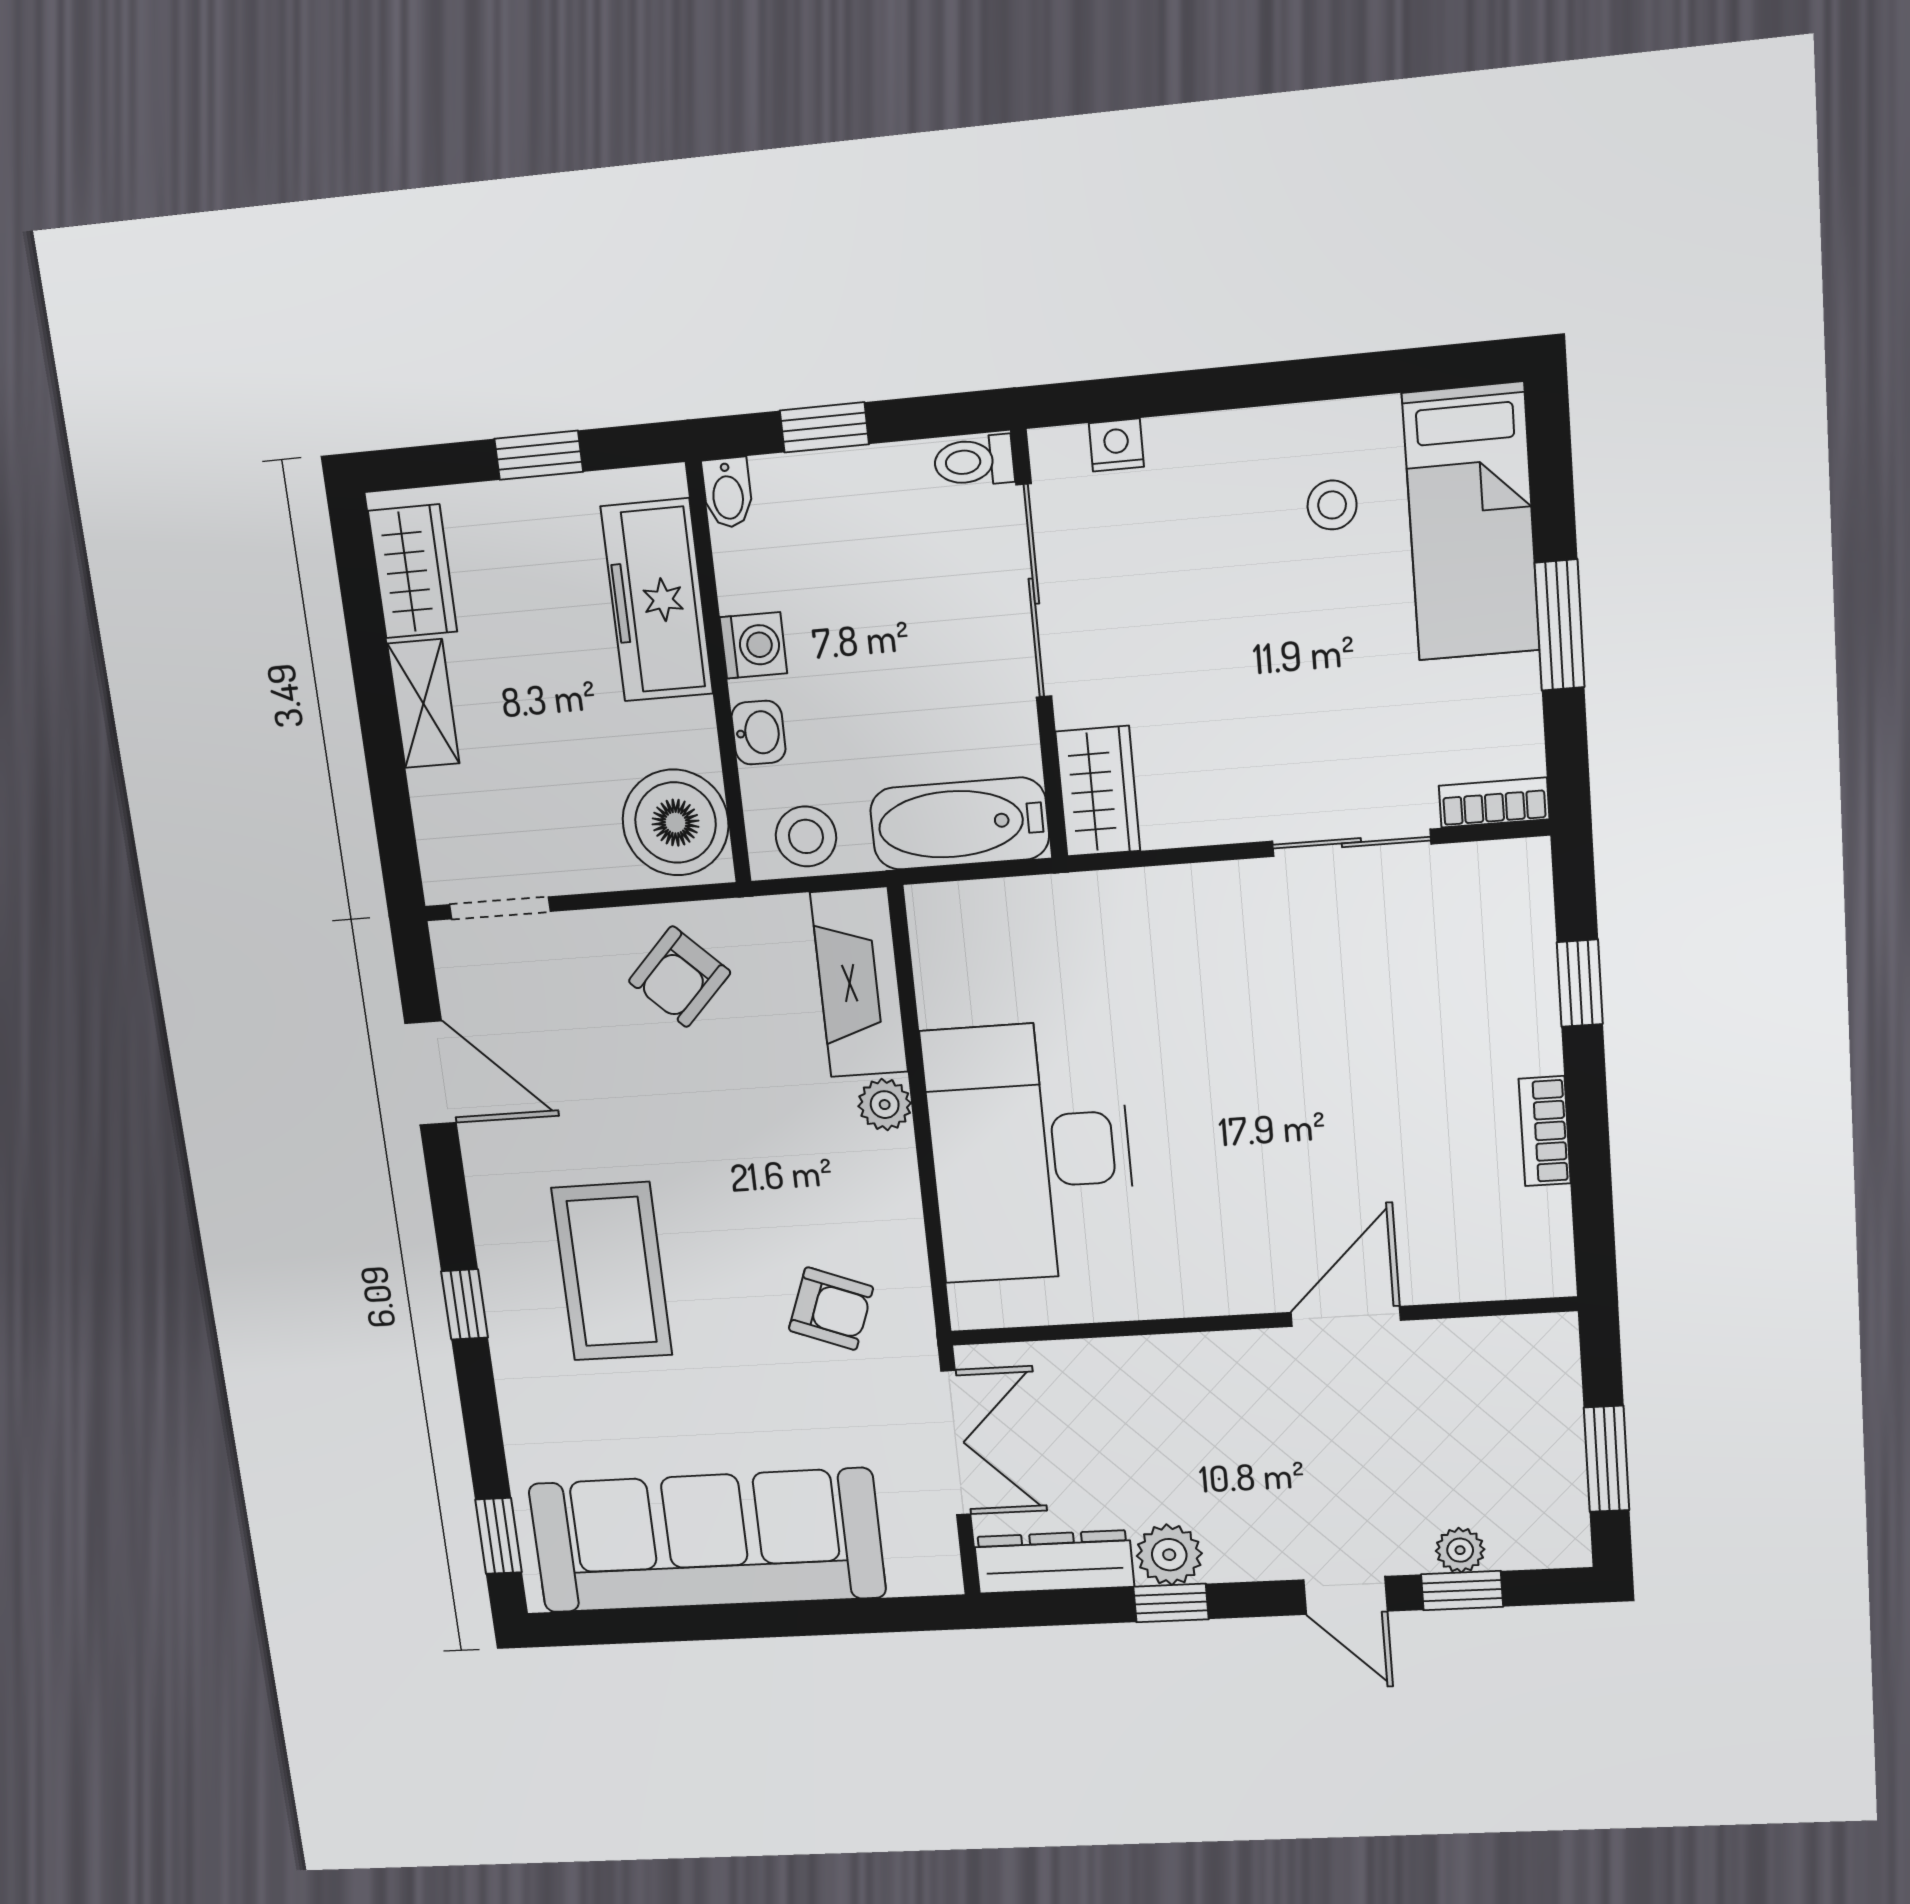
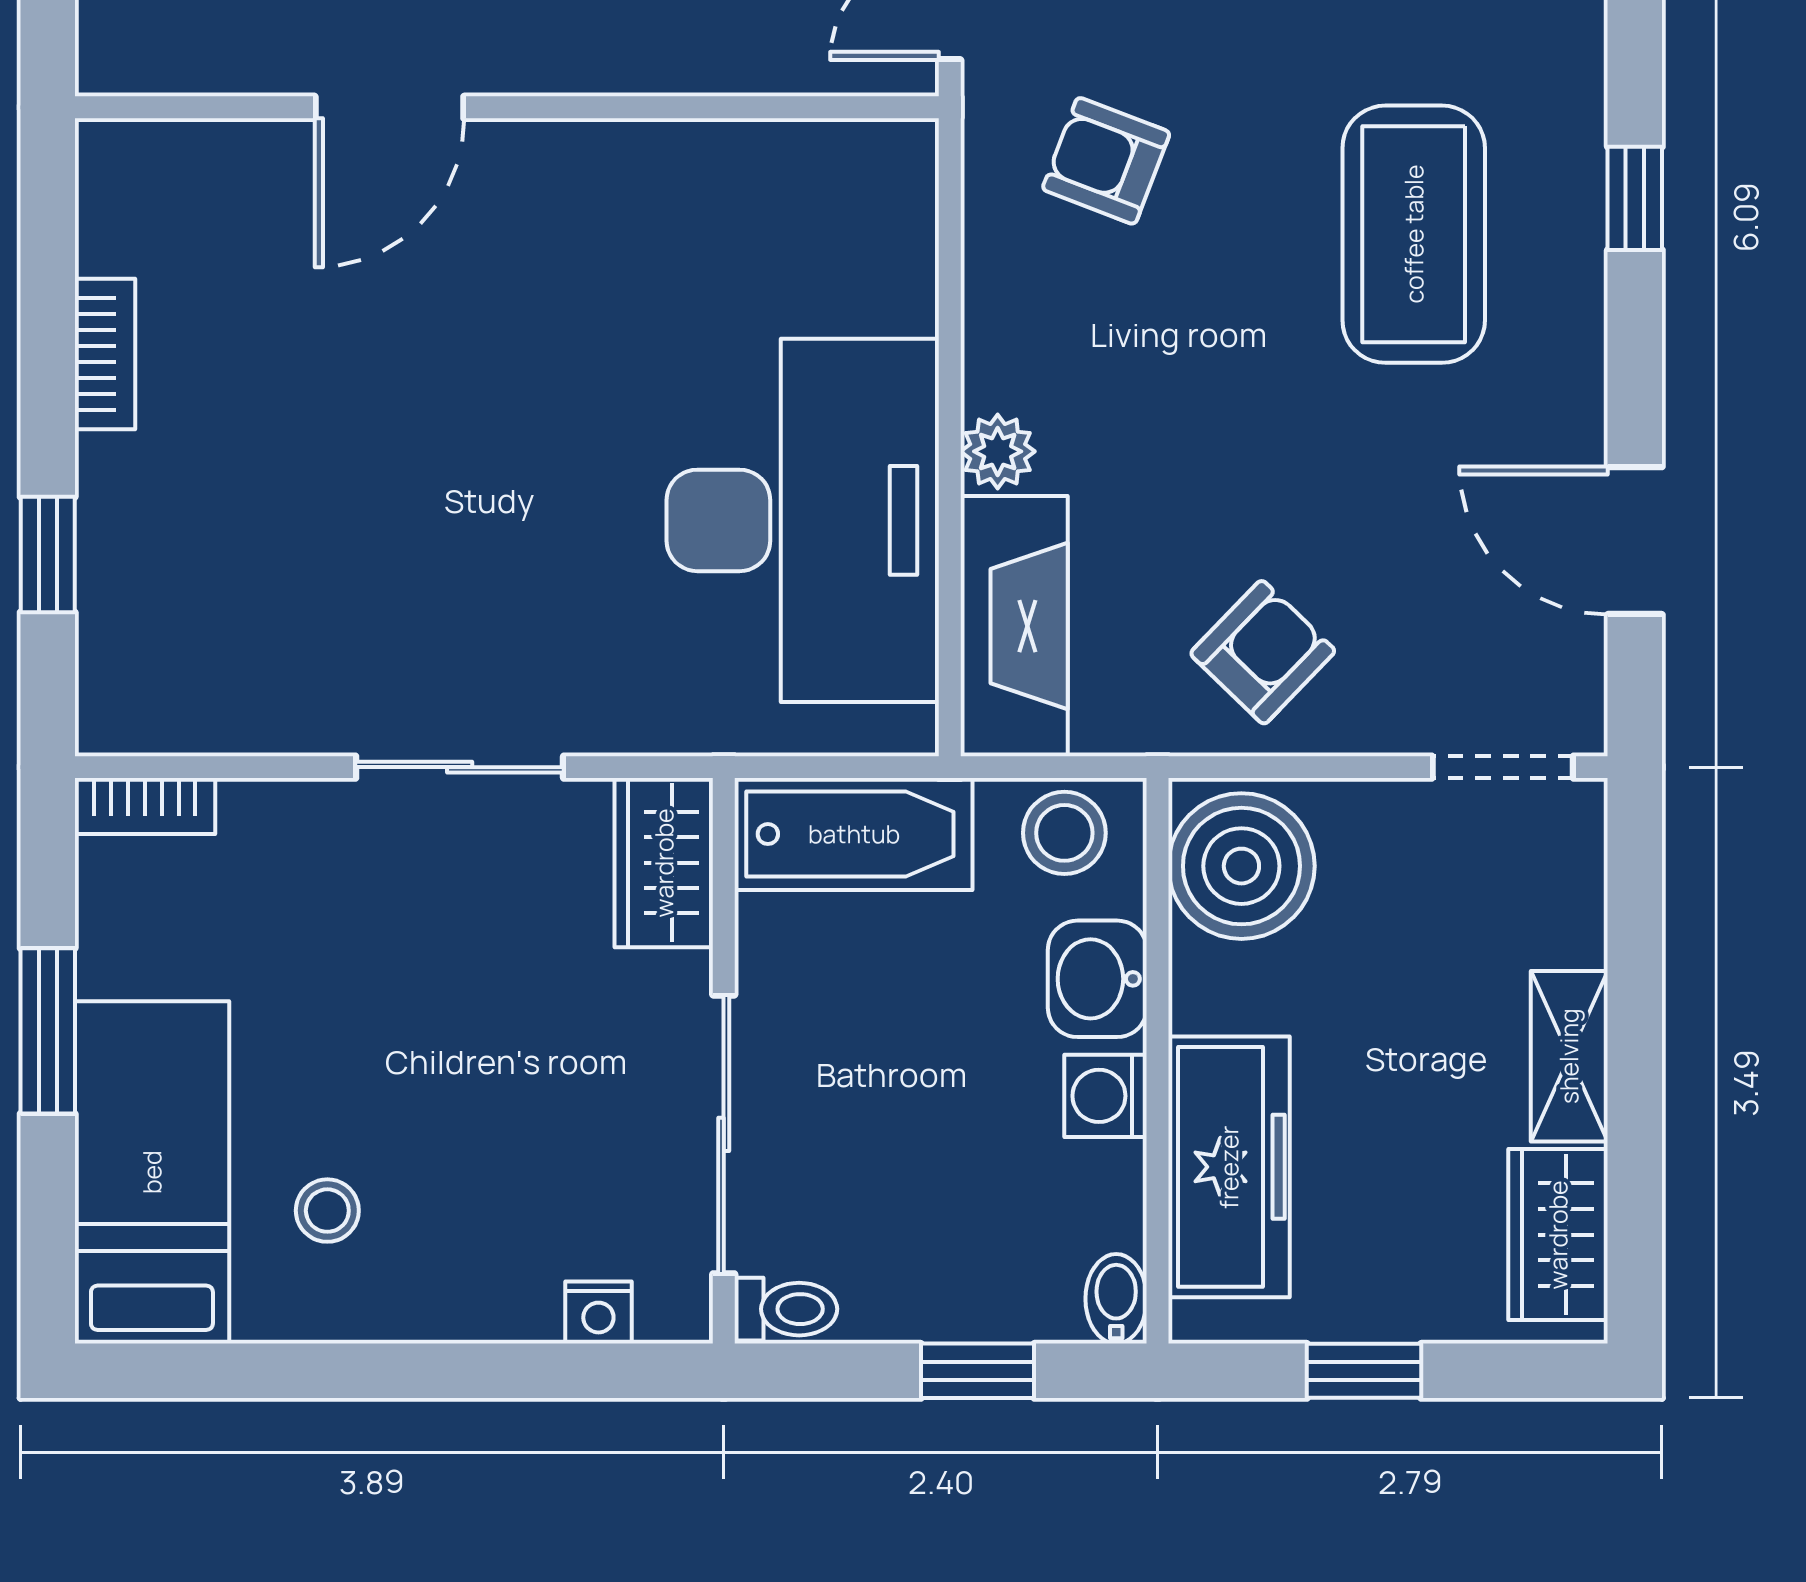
washbasin: (759, 733) -> (1097, 979), width x1.38, depth x1.45
sliding door: (1351, 843) -> (460, 767), moved
desk: (1030, 1152) -> (803, 520), moved

